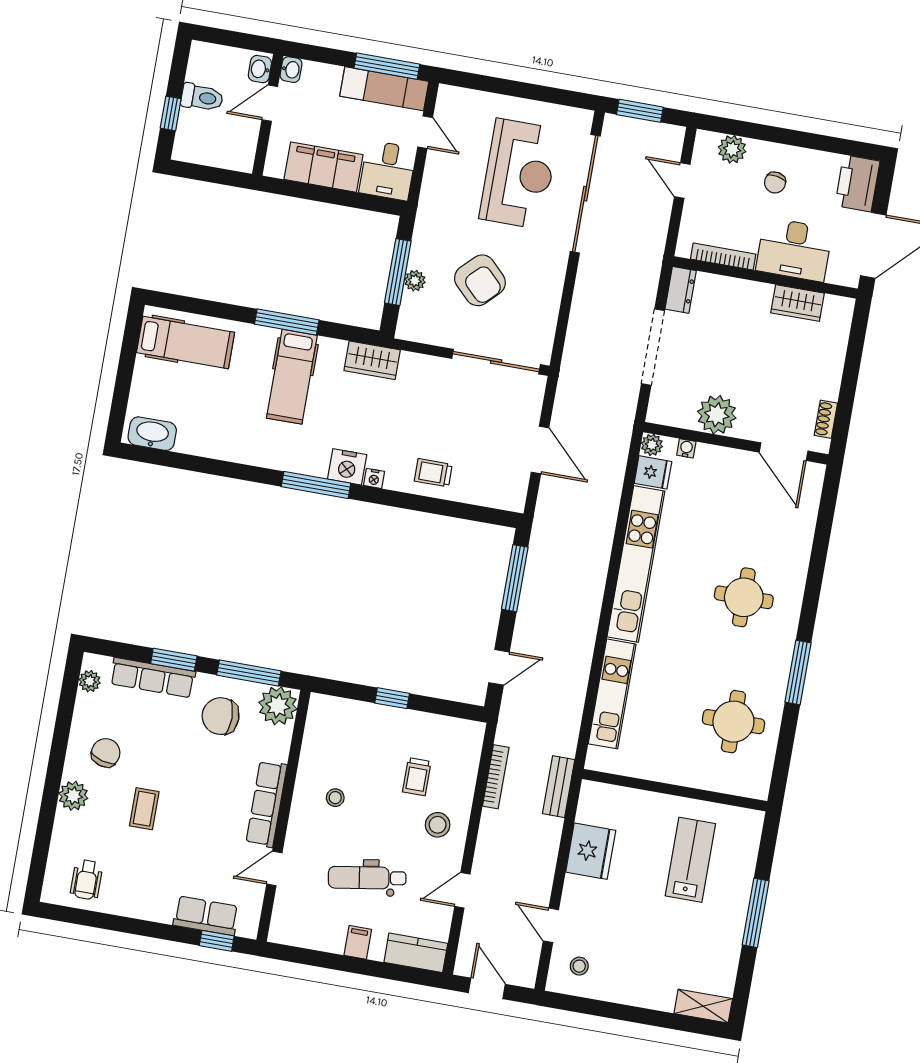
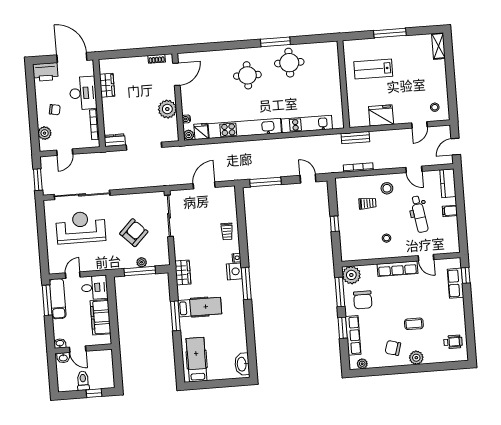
round table: (733, 722) -> (289, 63), moved

